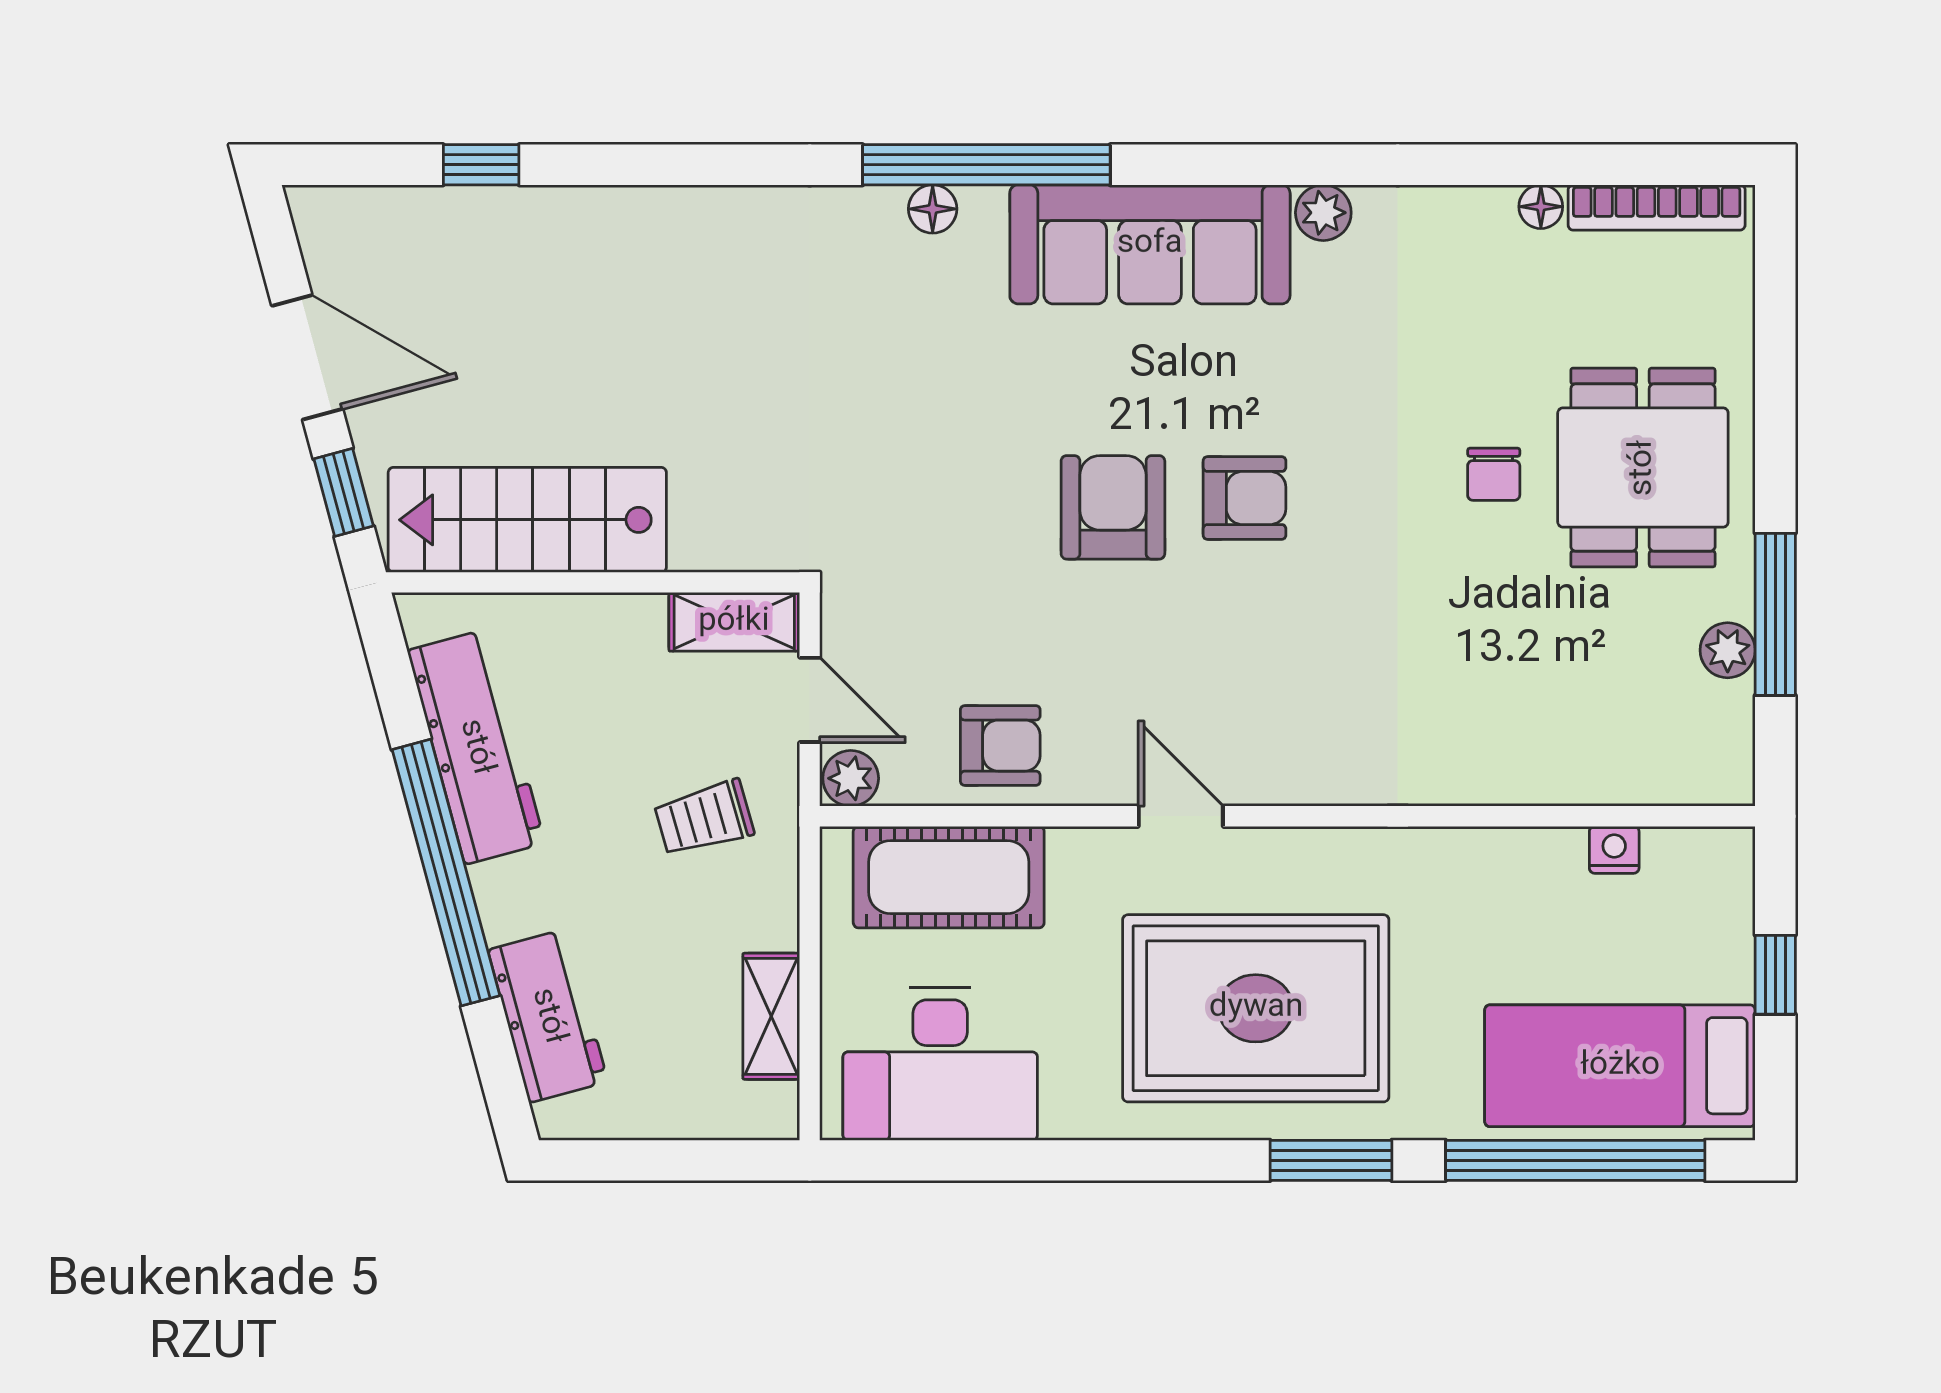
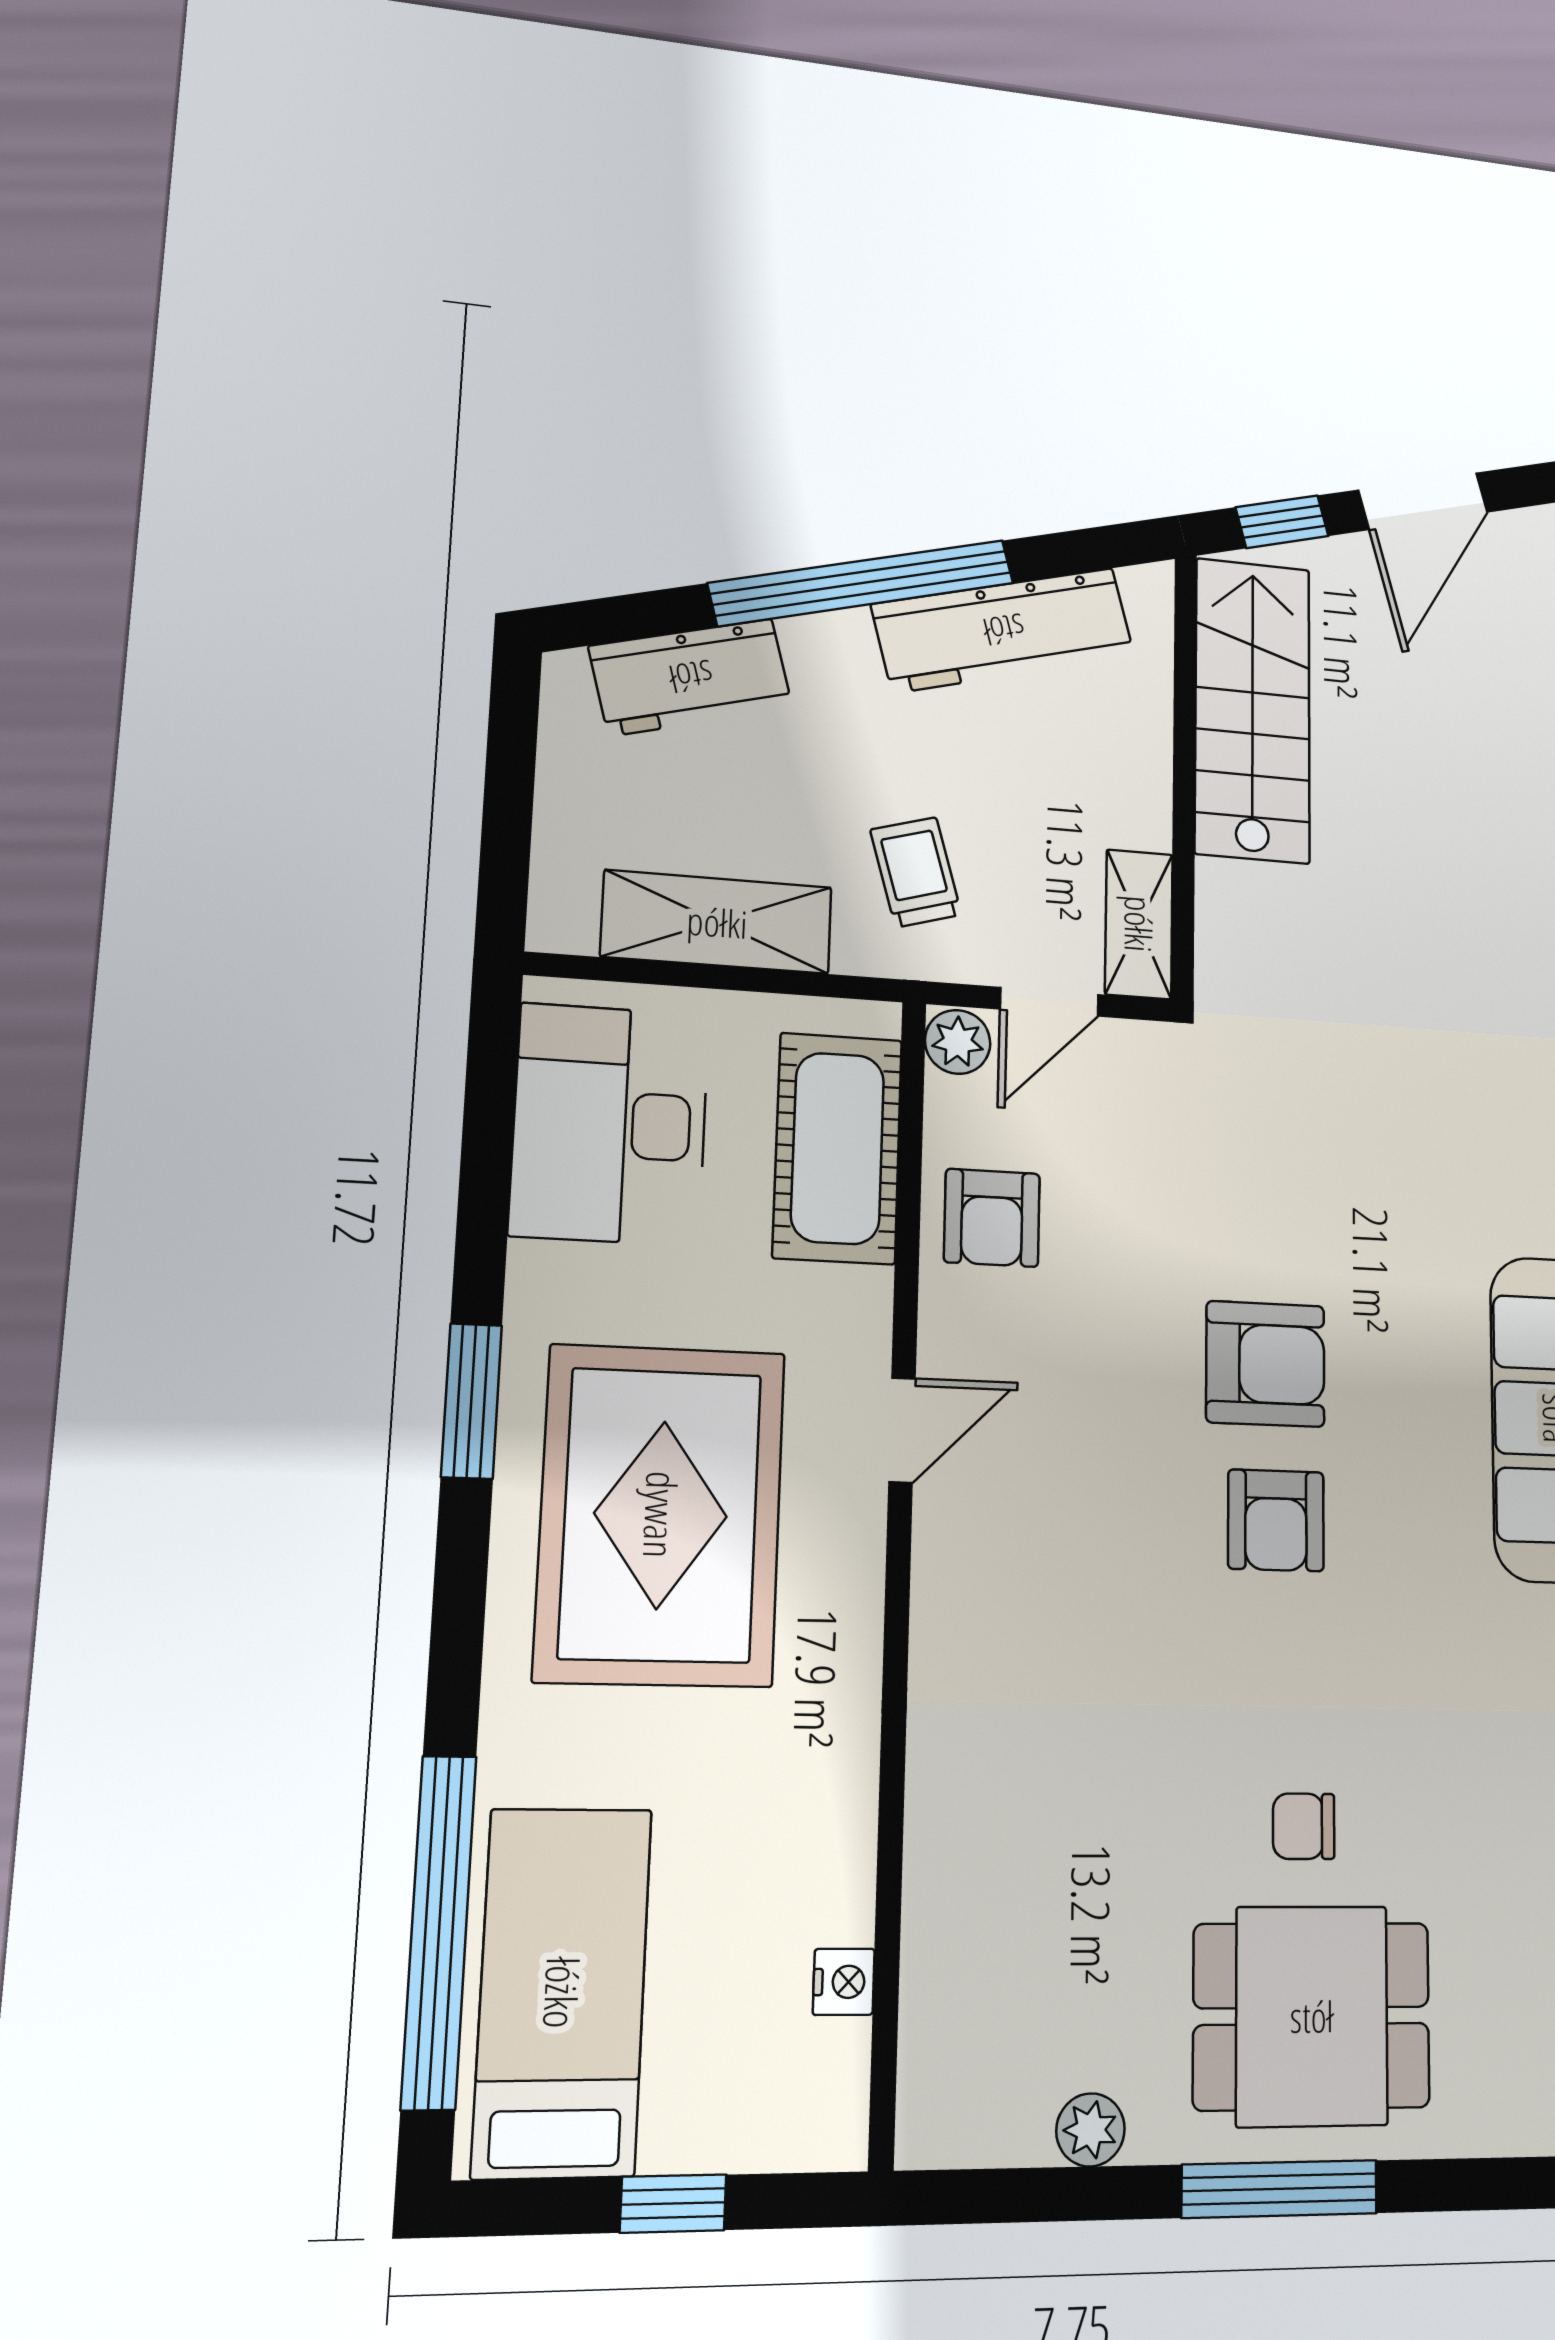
window: (1775, 614) -> (1280, 2189), moved
shelving: (771, 1016) -> (717, 922), width x1.50, depth x1.33
window: (1331, 1160) -> (471, 1401), moved

